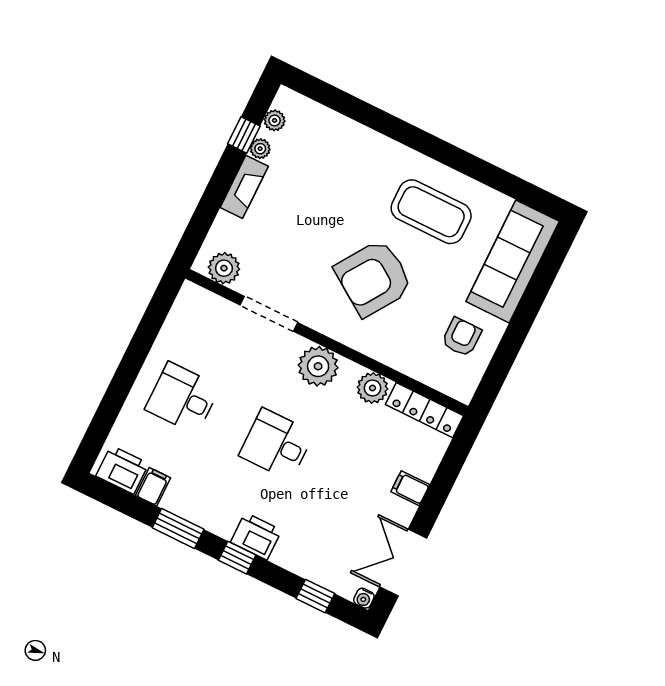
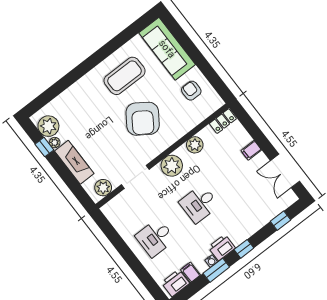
plant: (275, 120) -> (48, 126), width x1.88, depth x1.88
fireplace: (244, 187) -> (74, 162), width x1.37, depth x1.32
locker: (425, 410) -> (223, 121), width x0.66
printer: (256, 536) -> (222, 248), moved
water cooler: (364, 598) -> (211, 261), moved

